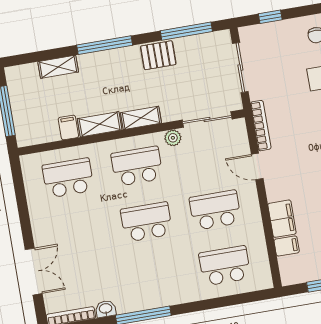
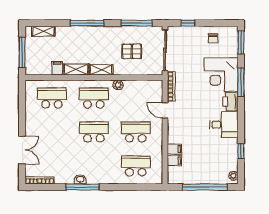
pallet: (158, 55) -> (132, 51), moved
shelving: (58, 67) -> (43, 31), moved
sliding door: (240, 68) -> (165, 50), width x1.37
sliding door: (207, 120) -> (140, 78), removed
filing cabinet: (282, 219) -> (174, 149), width x0.50
washbasin: (106, 309) -> (80, 179), moved

